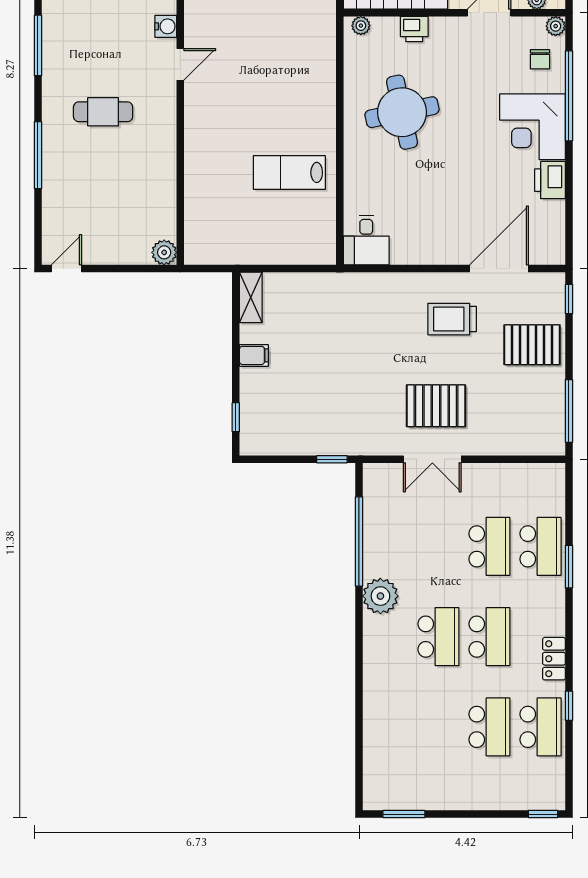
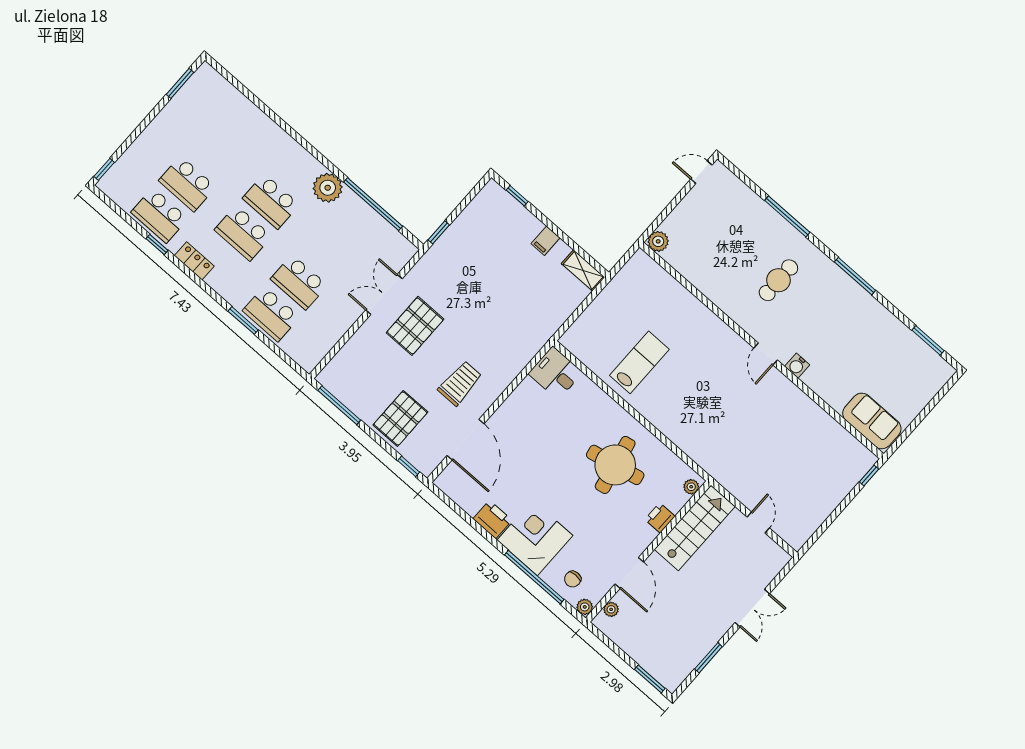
chair: (540, 59) -> (573, 579), turned -90
door: (66, 269) -> (701, 172), swing flipped

